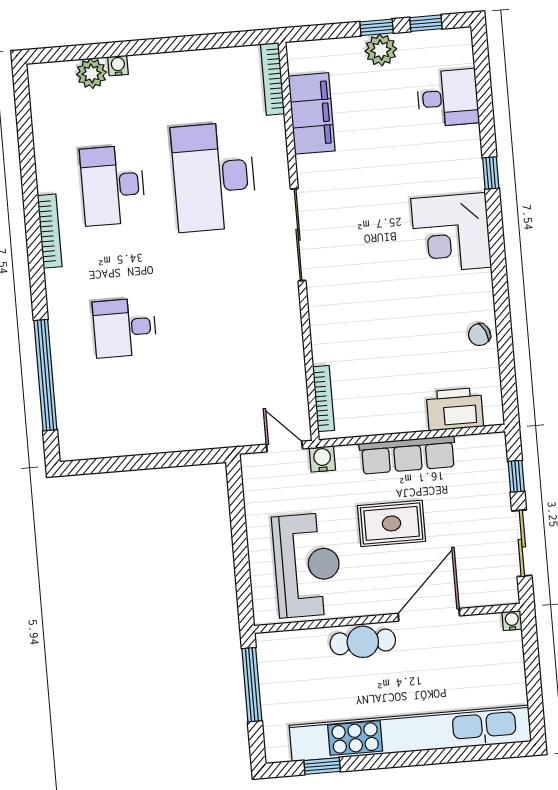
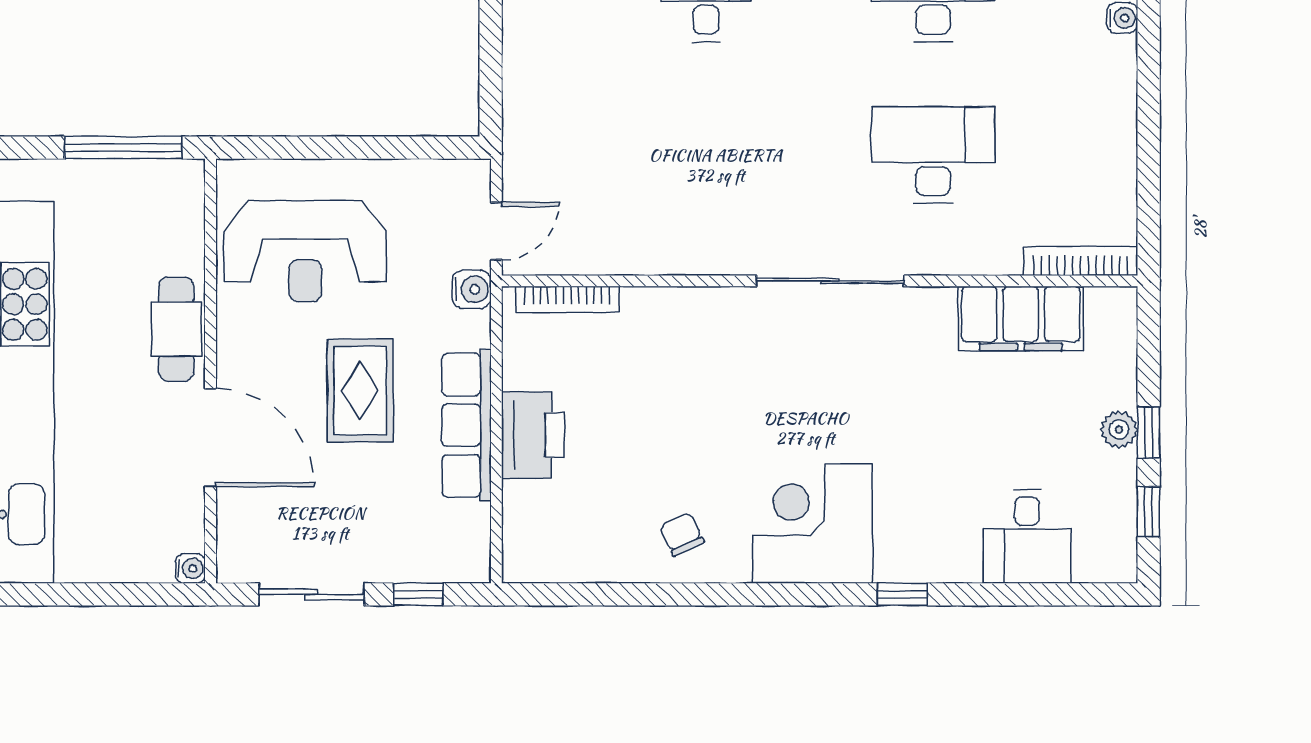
plant: (381, 50) -> (1119, 430), width x0.73, depth x0.73
desk: (214, 177) -> (933, 155), width x0.73, depth x0.77
chair: (480, 335) -> (682, 534), moved
printer: (455, 409) -> (533, 435), moved

